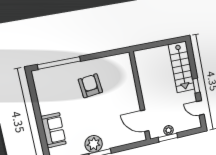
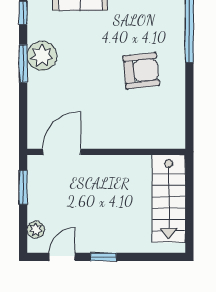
stairs: (182, 67) -> (169, 199), moved, turned -90
plant: (169, 130) -> (36, 230), moved

